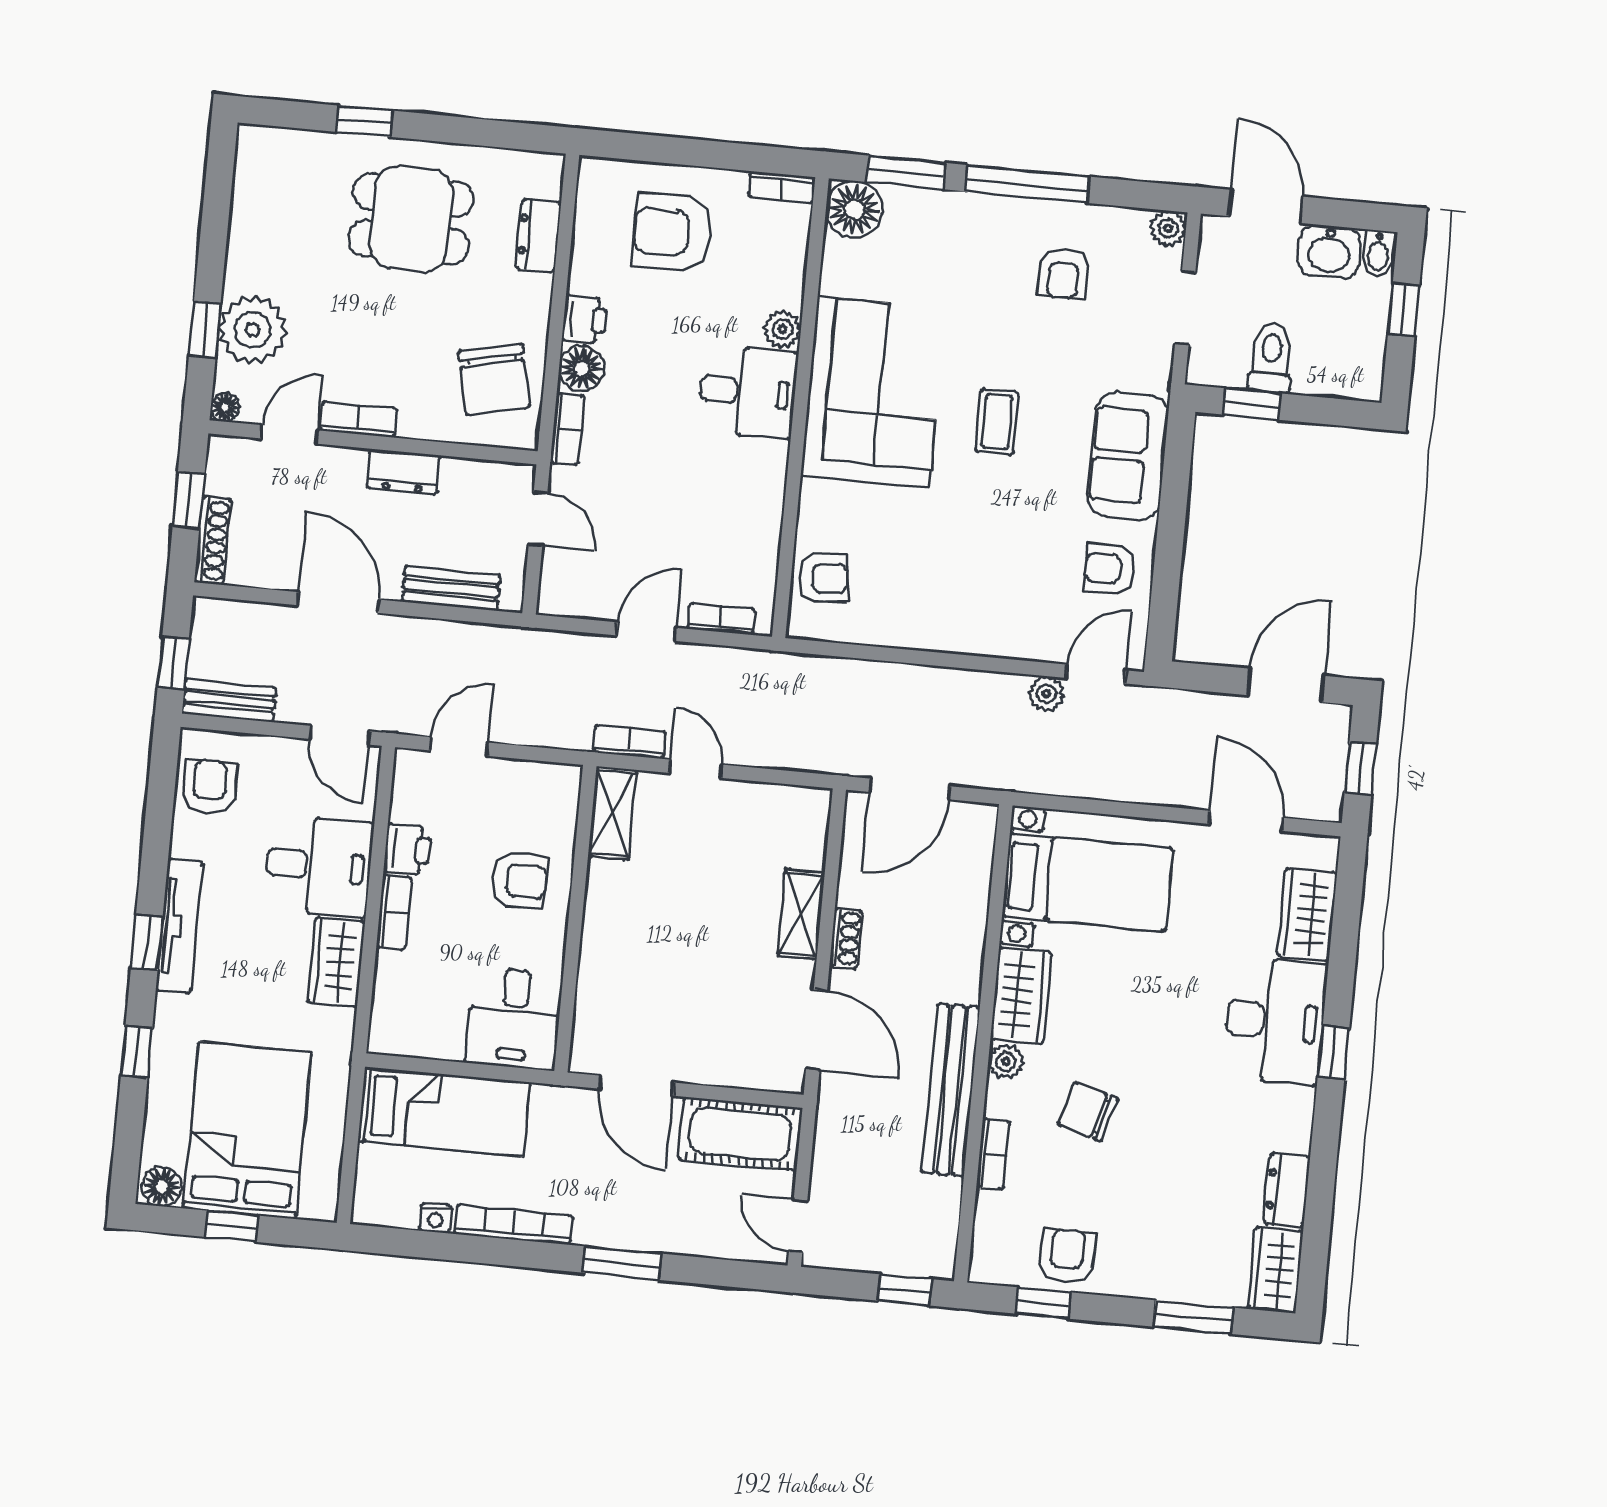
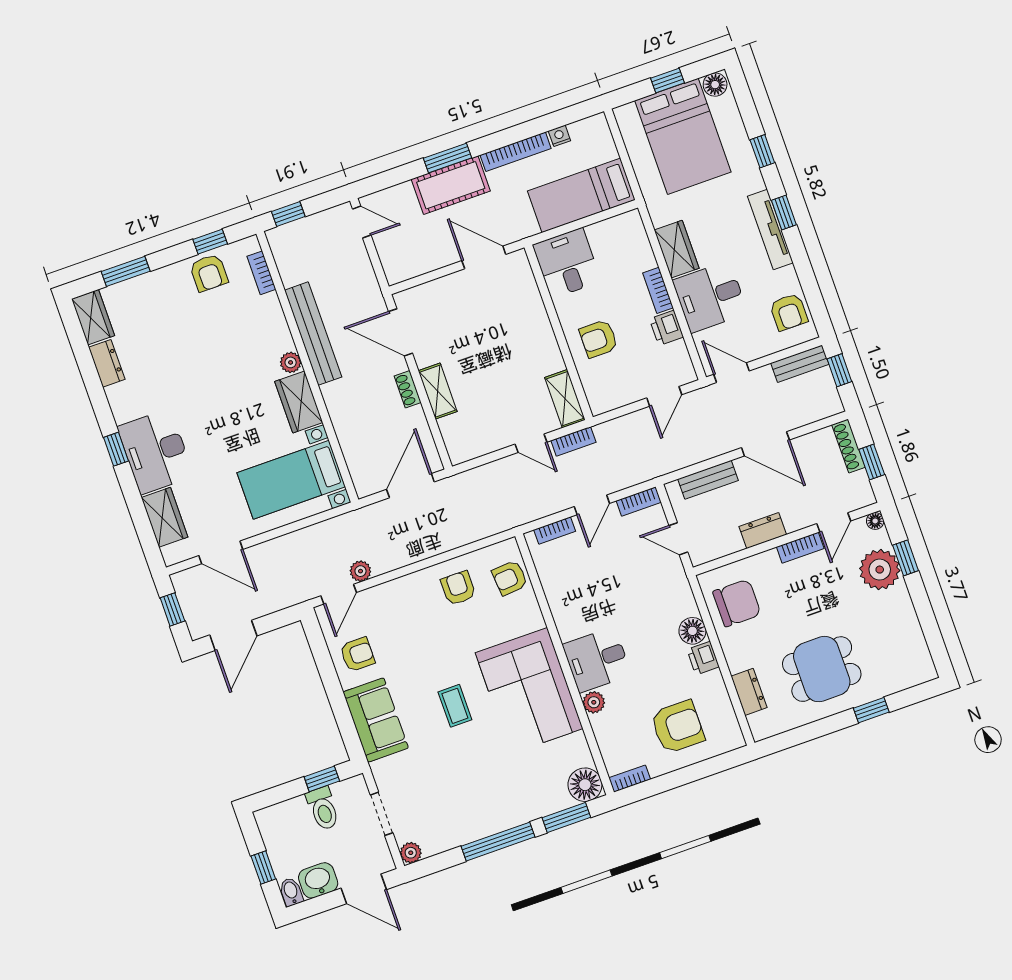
armchair: (1064, 274) -> (458, 588), moved
chair: (494, 380) -> (737, 603), turned 102
bookcase: (567, 429) -> (639, 502), moved, turned -90
chair: (1088, 1112) -> (234, 356), removed
cot: (740, 1134) -> (451, 185), moved
bookcase: (993, 1154) -> (261, 273), moved

